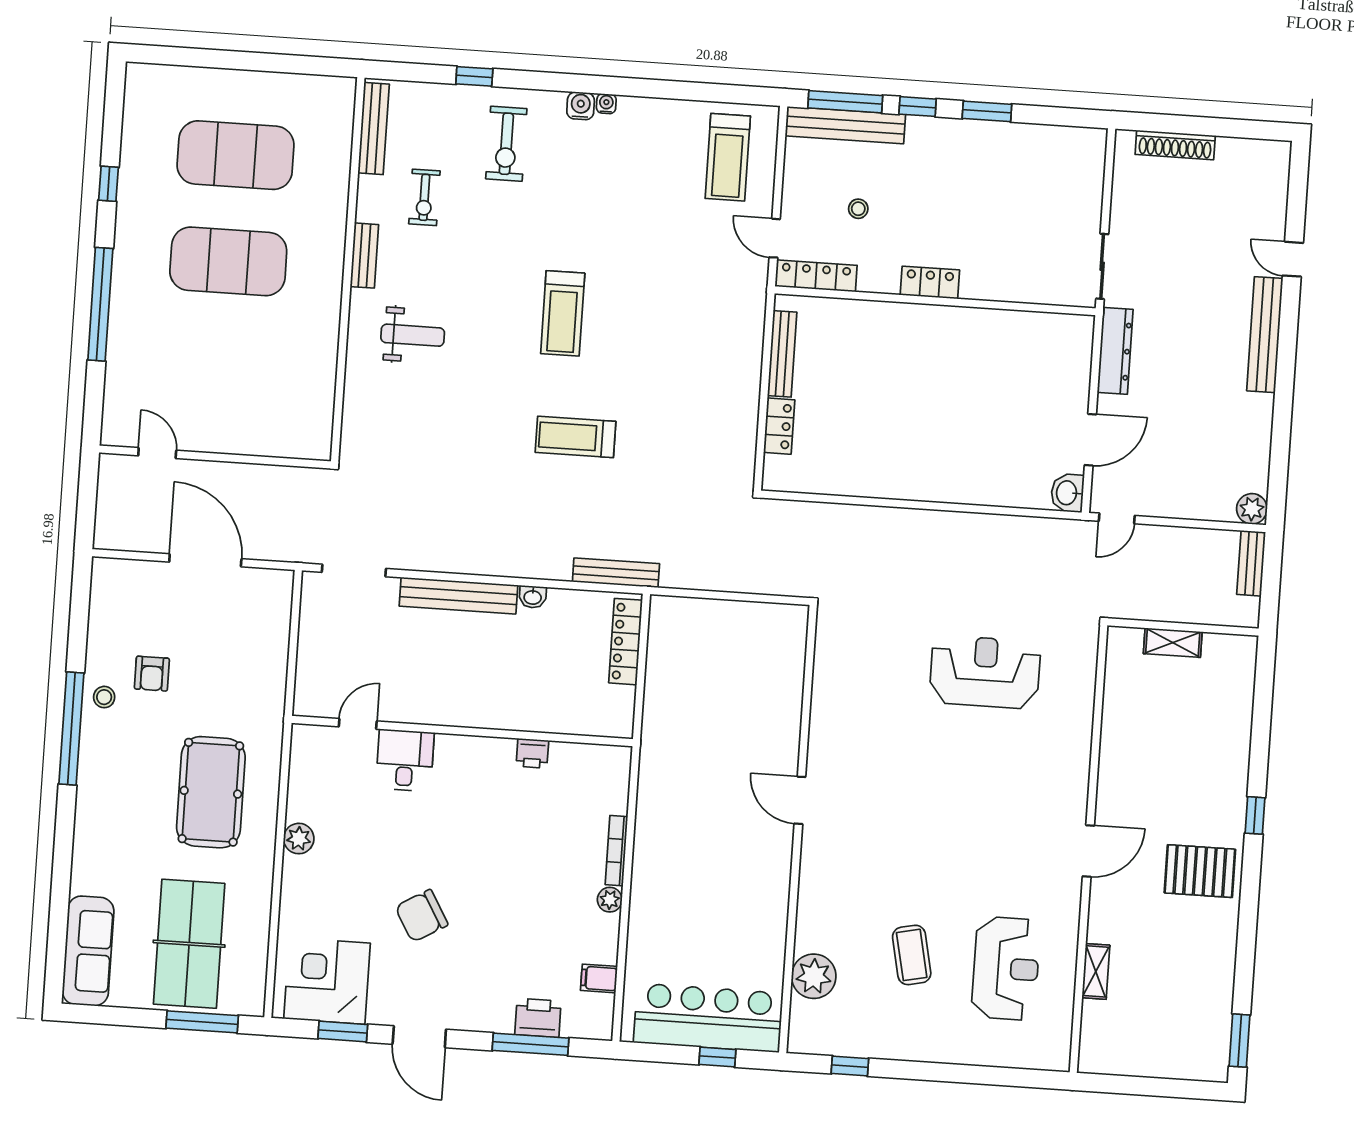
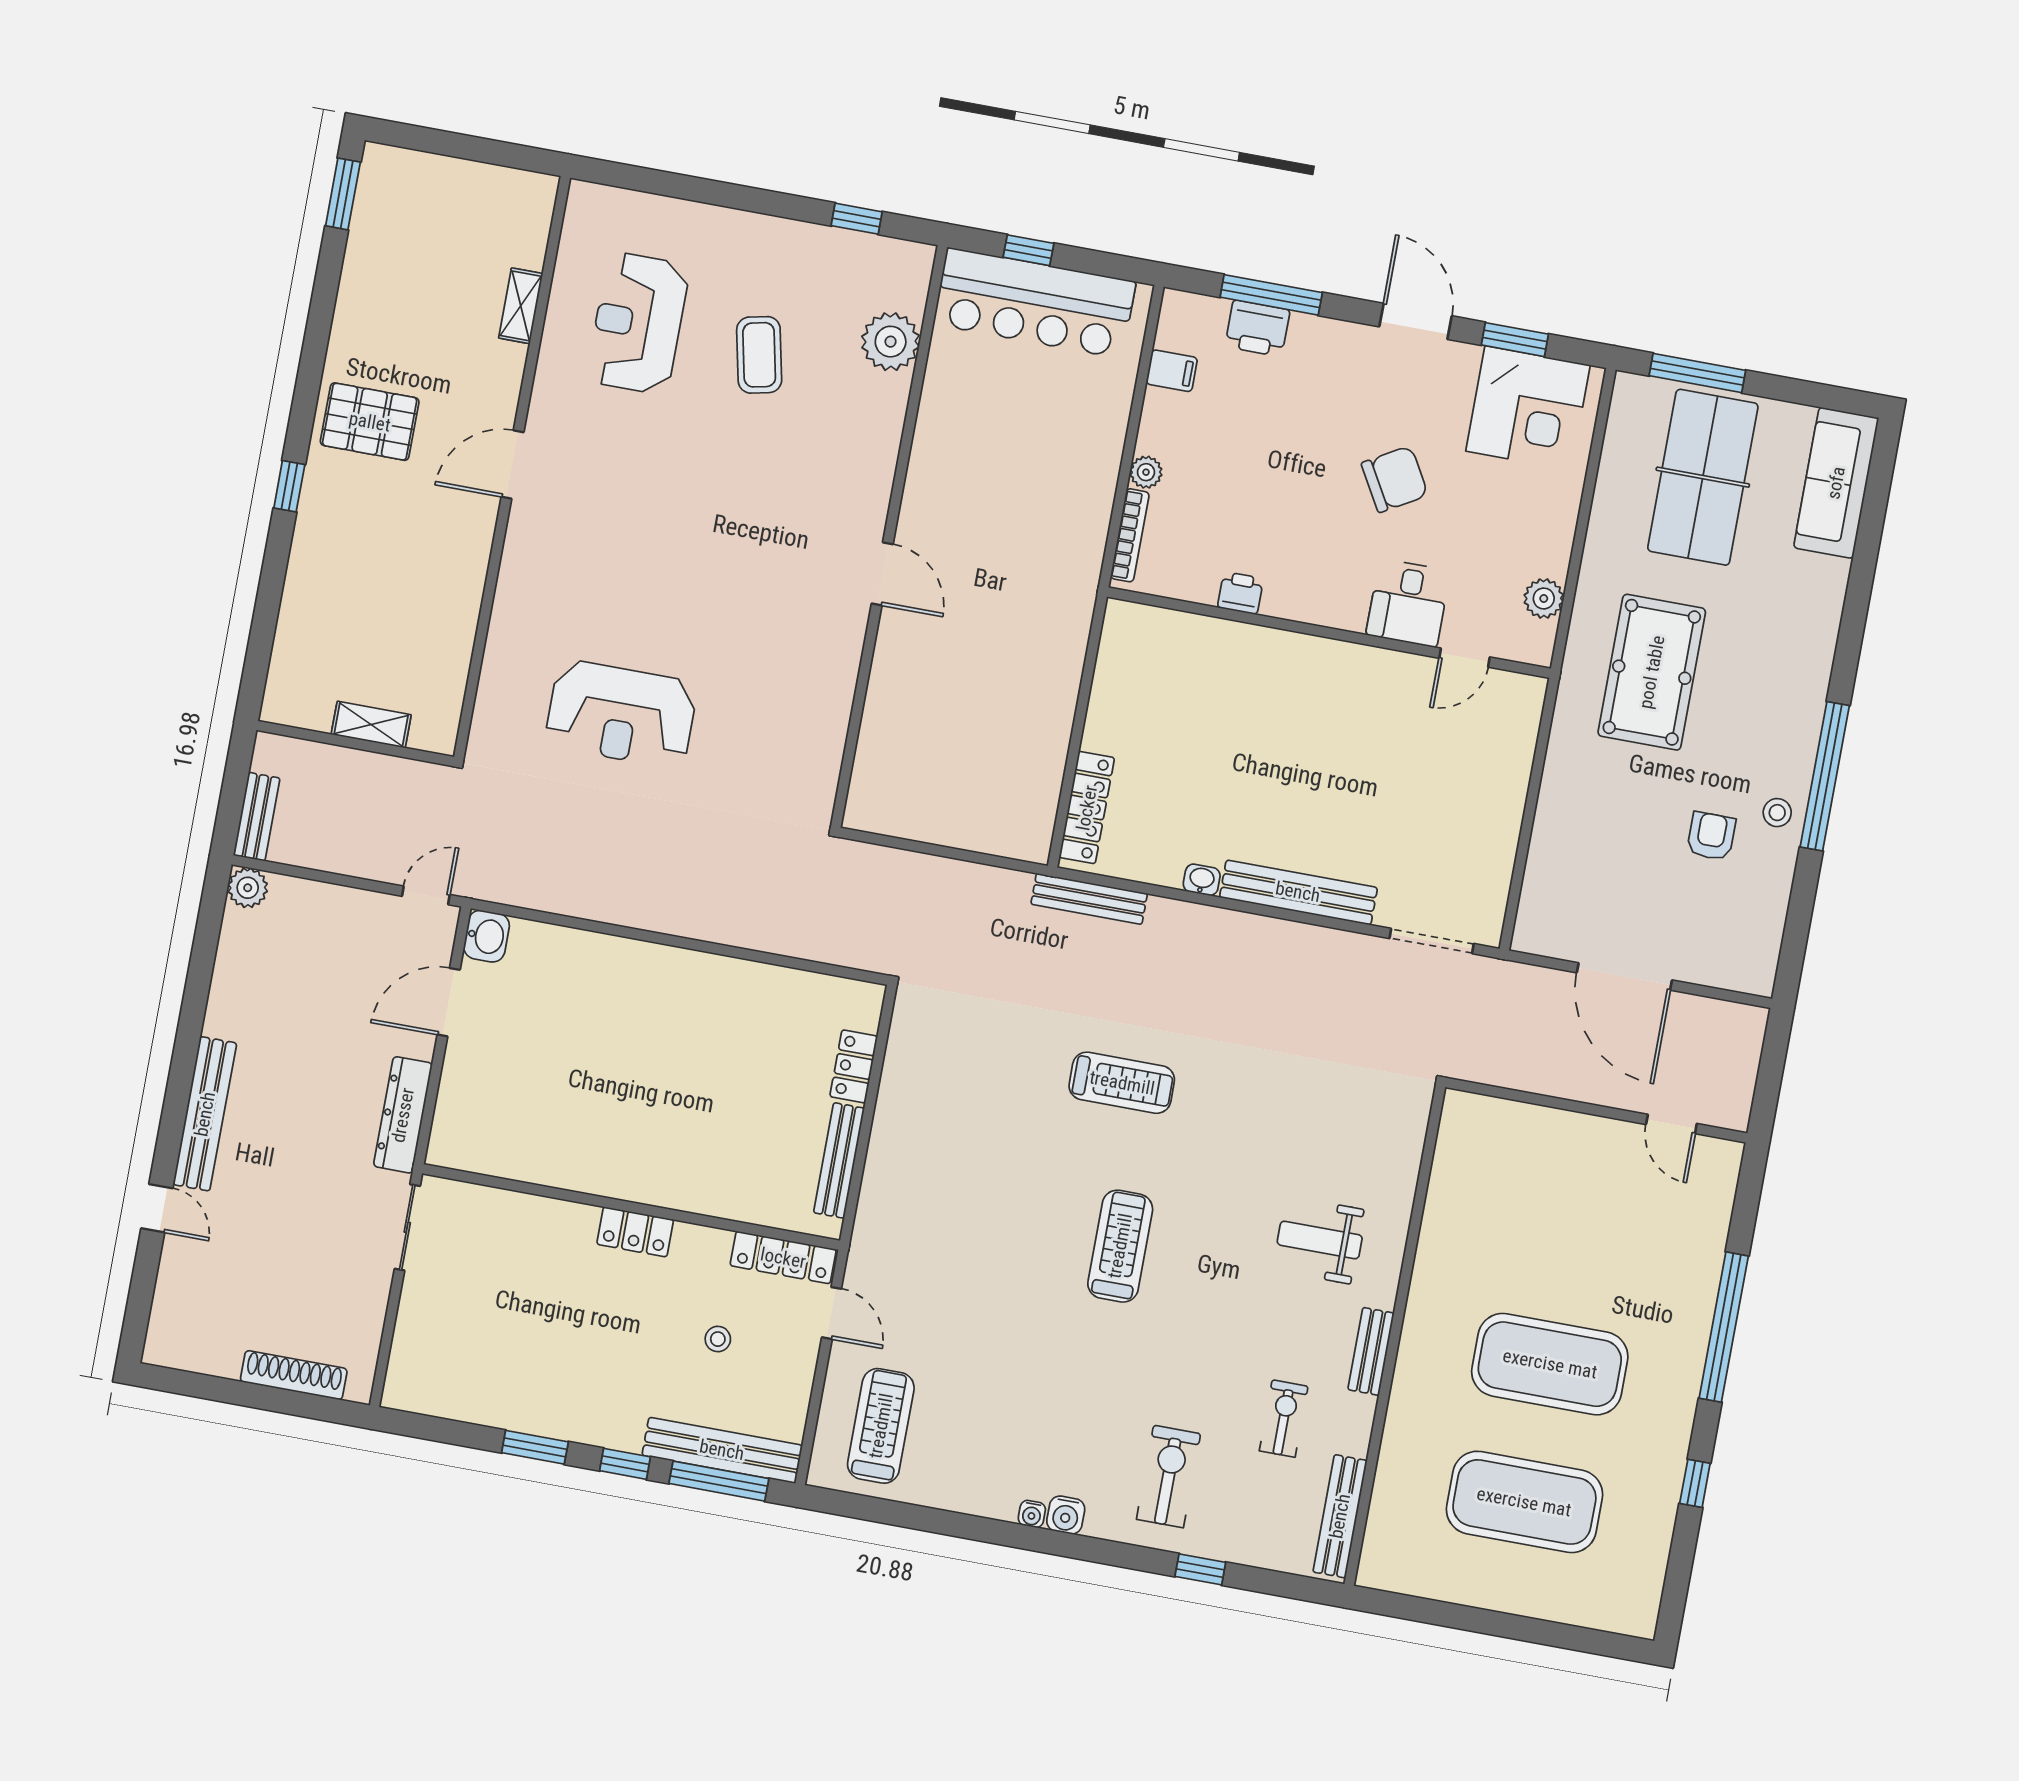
door: (358, 724) -> (1465, 658), moved
wall: (462, 731) -> (1329, 633), moved
printer: (532, 753) -> (1240, 593), moved
desk: (405, 760) -> (1408, 603), moved

